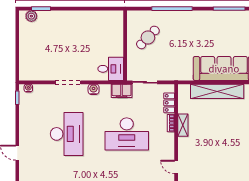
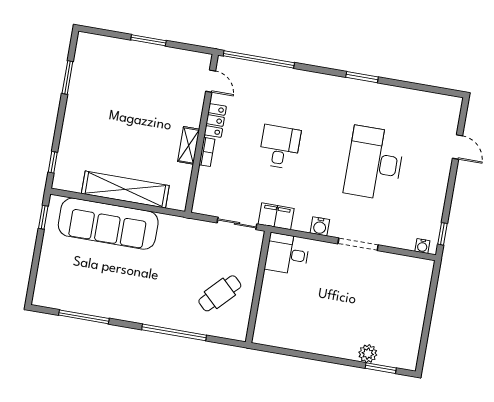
plant: (31, 16) -> (368, 354), moved
locker: (169, 103) -> (215, 121), moved
desk: (127, 134) -> (280, 147), width x0.53, depth x0.77

